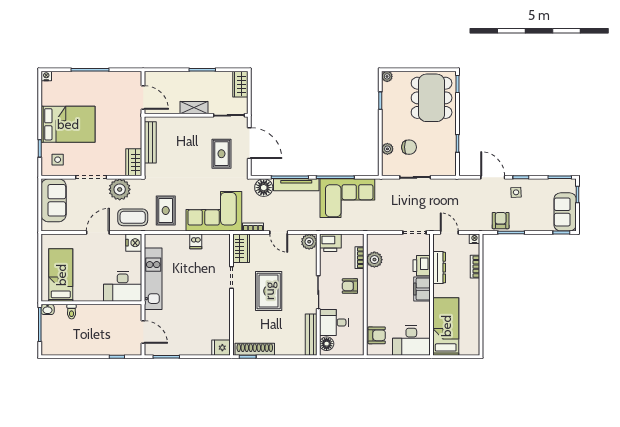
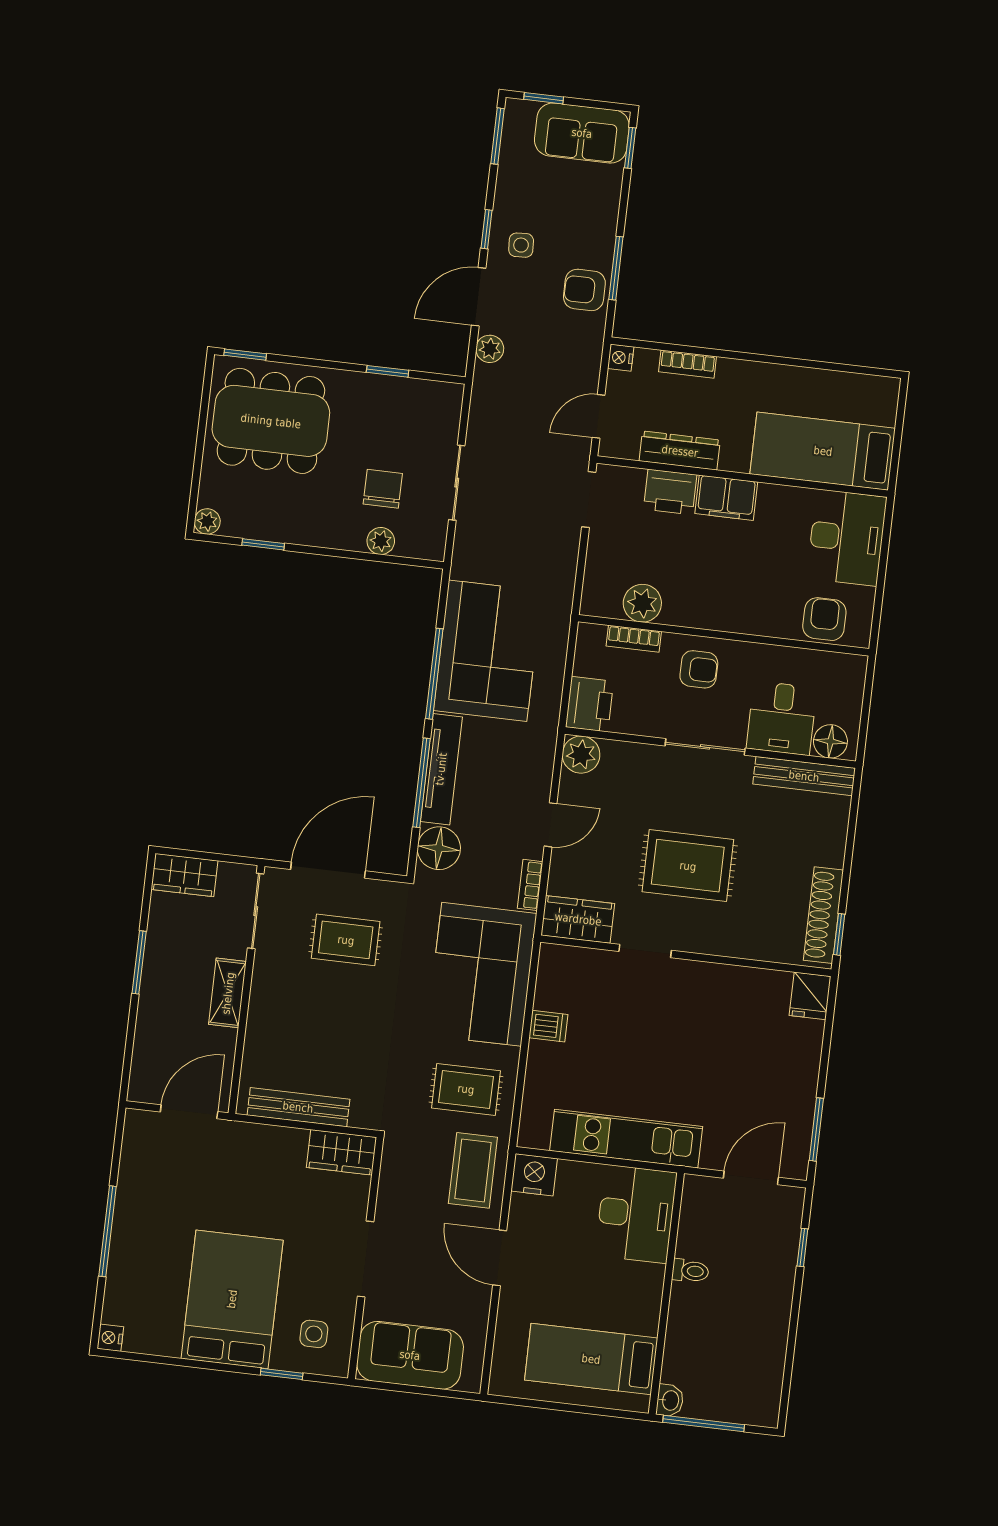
plant: (120, 189) -> (490, 349), moved, width x0.53, depth x0.53
armchair: (350, 286) -> (699, 669), turned -90
toilet: (72, 312) -> (690, 1271), moved

